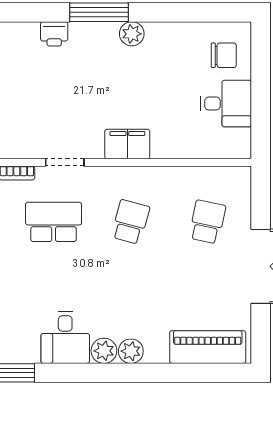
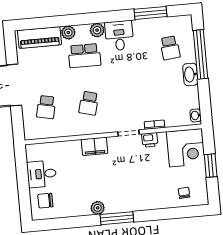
printer: (54, 34) -> (150, 140), moved, turned 180
school desk: (54, 222) -> (84, 56), moved
plant: (131, 351) -> (68, 33), moved

